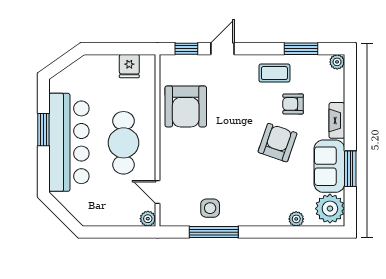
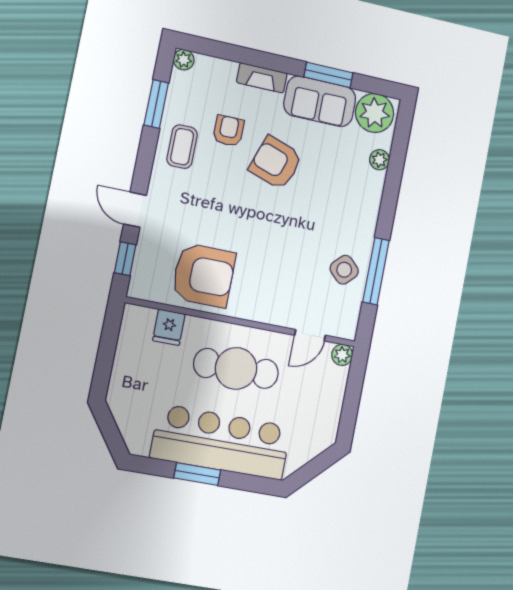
fridge: (129, 66) -> (169, 327), moved, turned 90
armchair: (293, 104) -> (229, 131), turned 180
side table: (210, 208) -> (344, 270), turned 45

